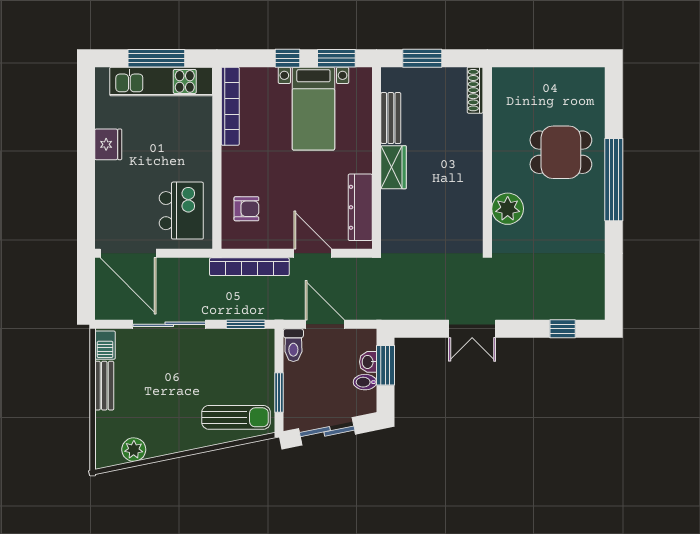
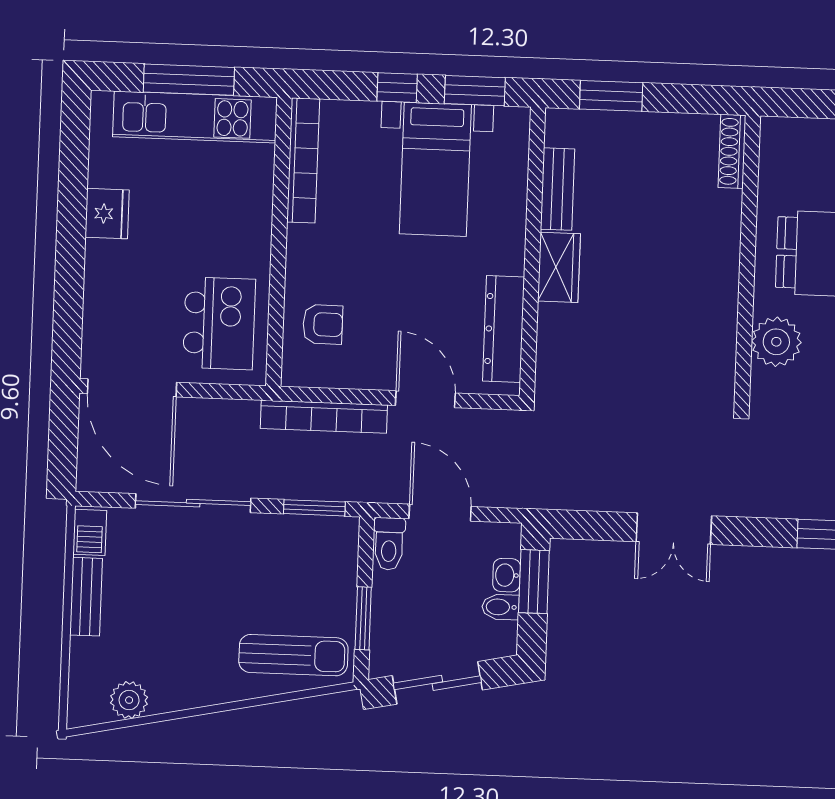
shoe rack: (475, 90) -> (732, 151), moved
wall: (487, 158) -> (747, 260), moved
plant: (508, 209) -> (776, 342), moved

